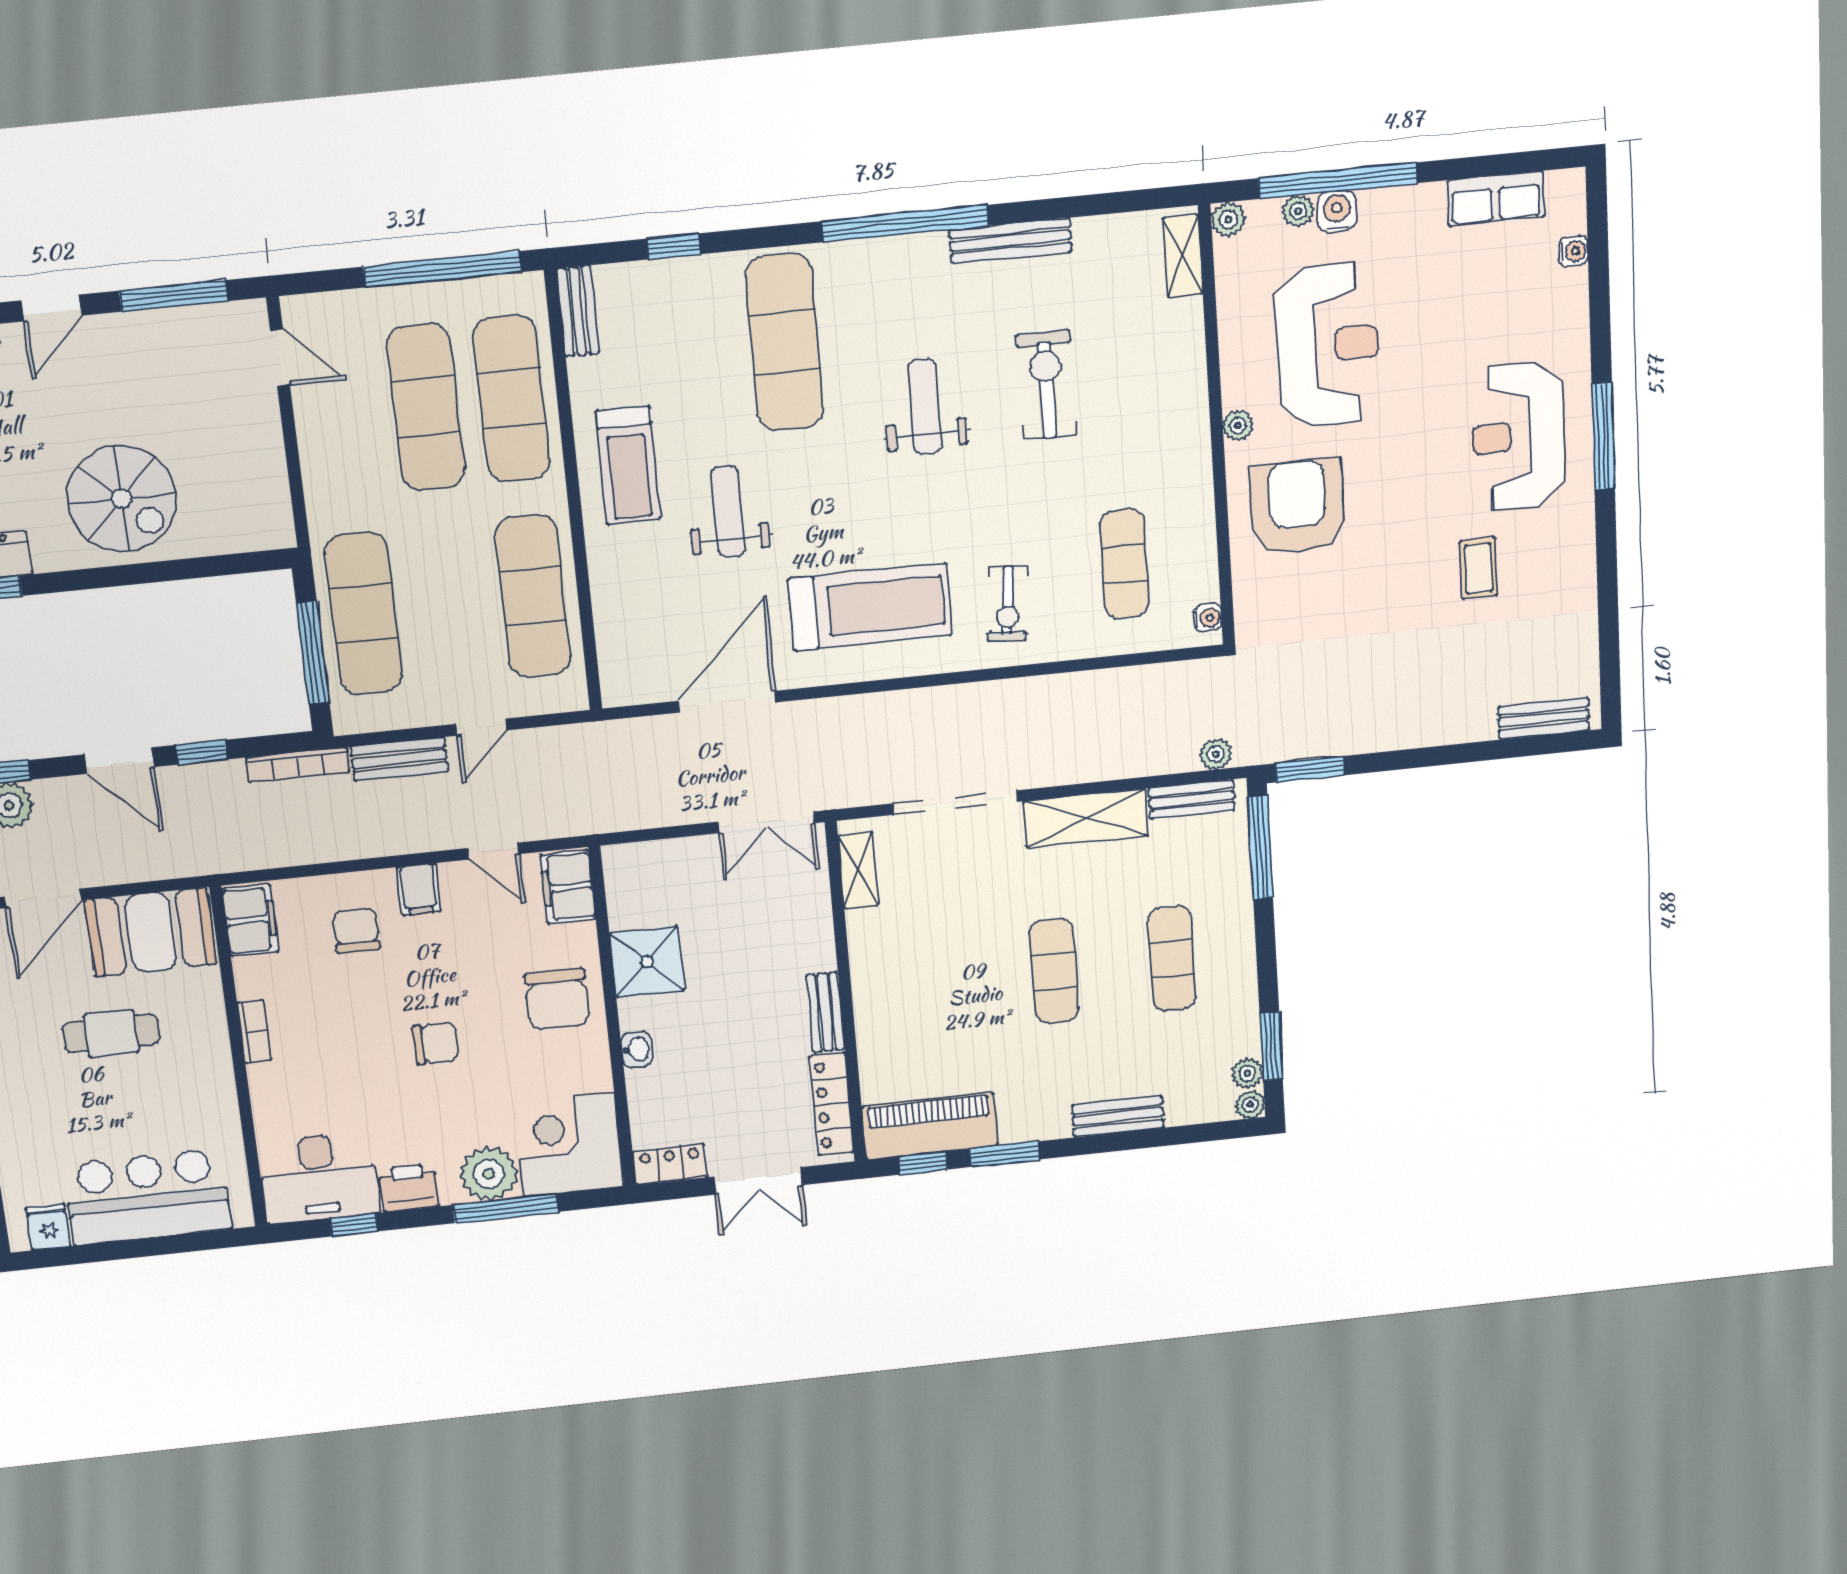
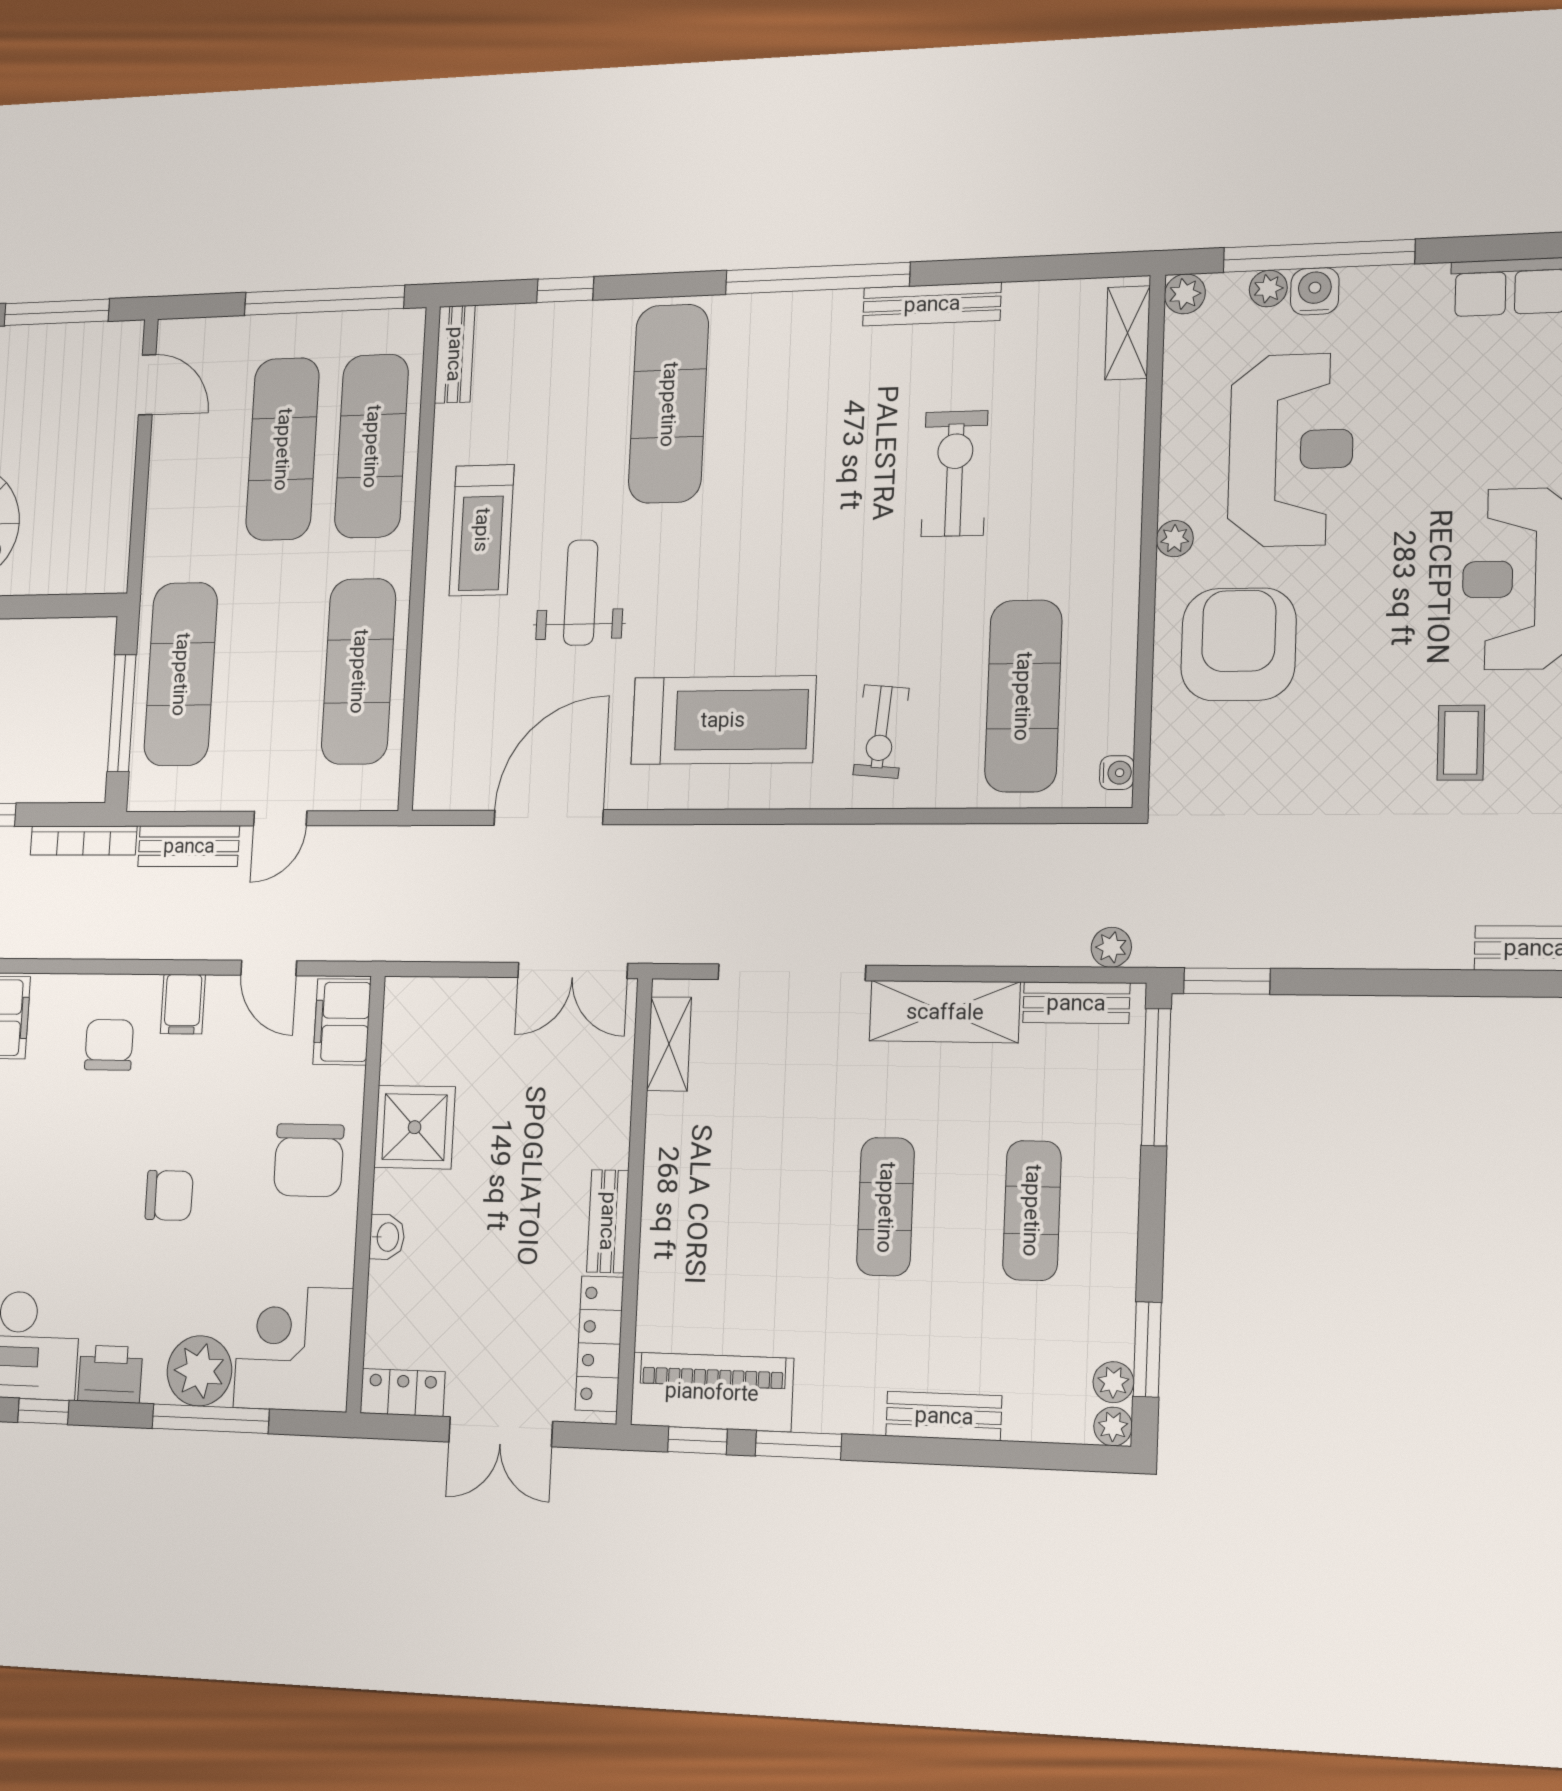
weight bench: (925, 407) -> (814, 488), removed
exercise mat: (1124, 564) -> (1023, 696), width x1.36, depth x1.45

